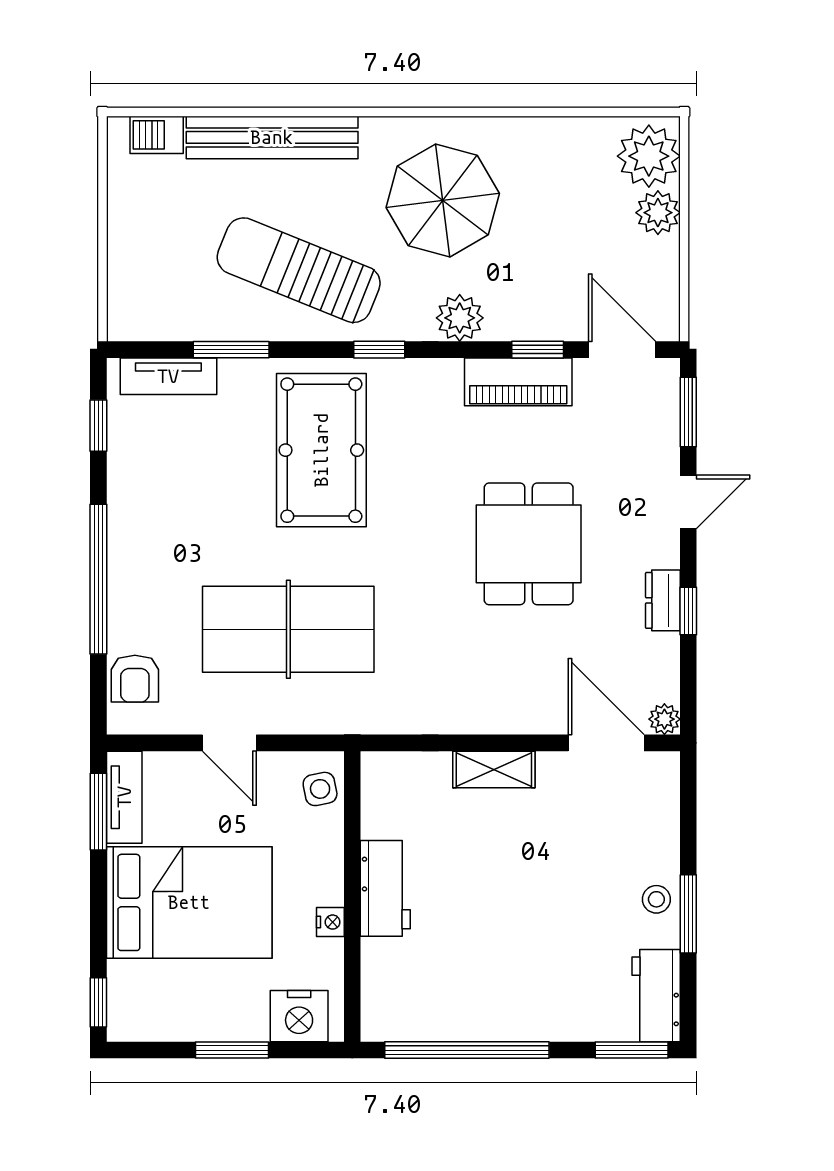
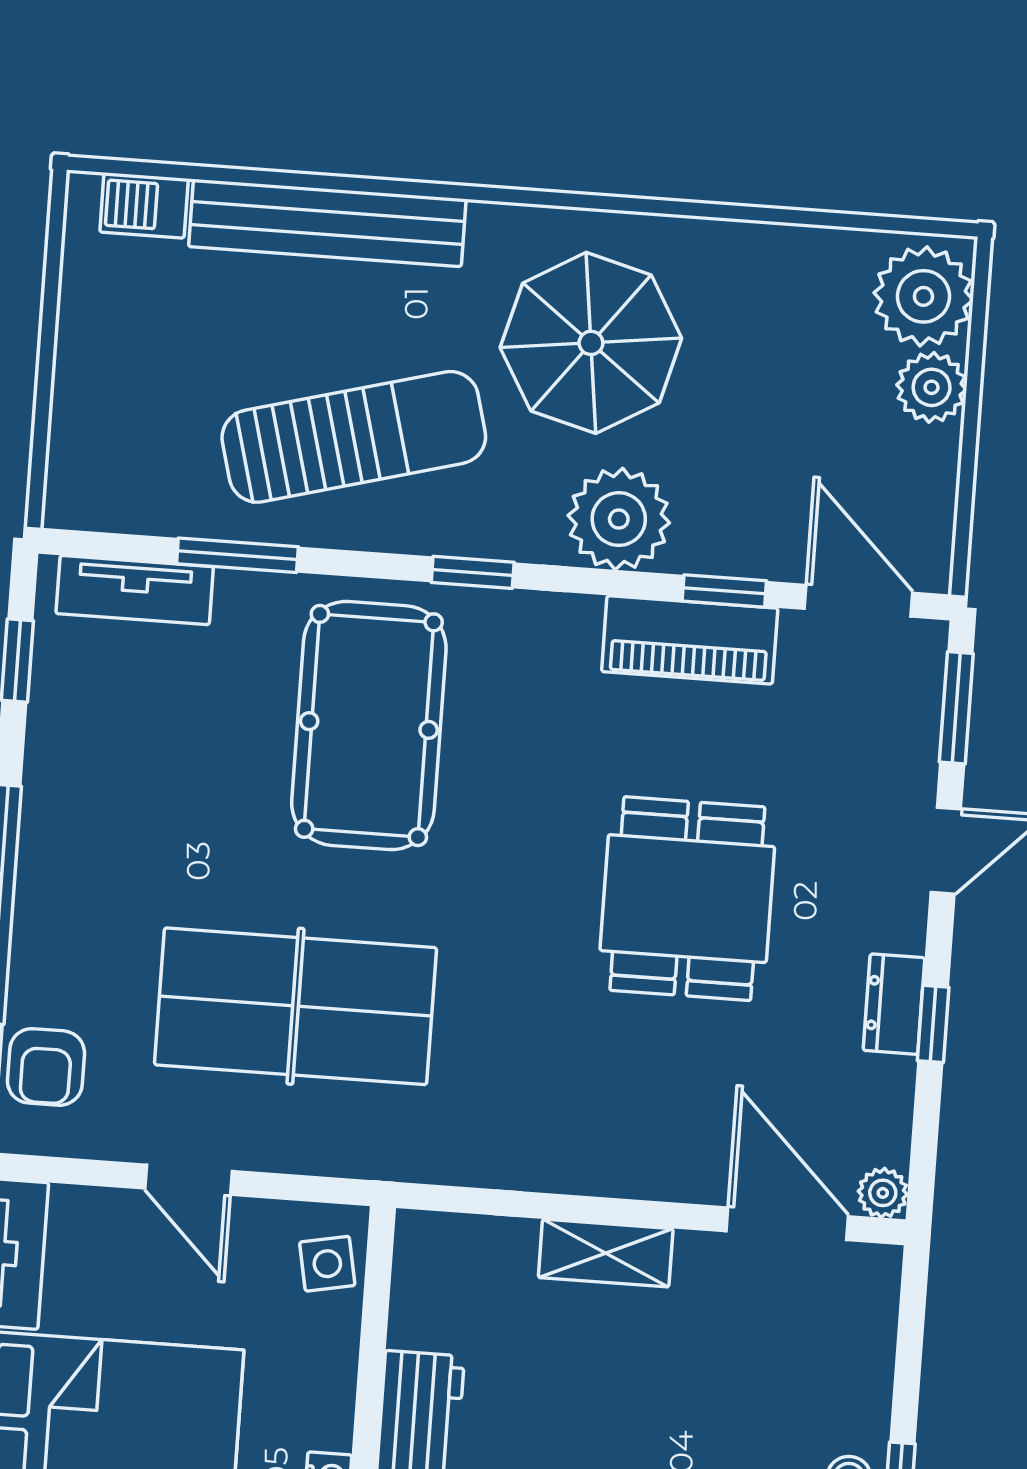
sun lounger: (299, 270) -> (354, 437), turned 143
plant: (460, 318) -> (619, 519), width x1.36, depth x1.36

